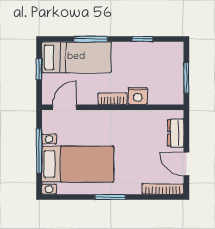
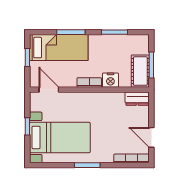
window: (143, 39) -> (115, 32), width x1.50
cot: (173, 85) -> (140, 71), added
door: (64, 107) -> (49, 90), hinge flipped
dresser: (176, 133) -> (137, 99), moved, turned -90
window: (39, 151) -> (27, 126), width x0.46

